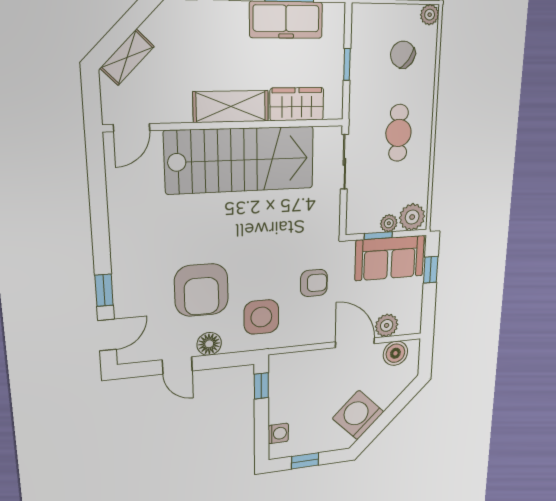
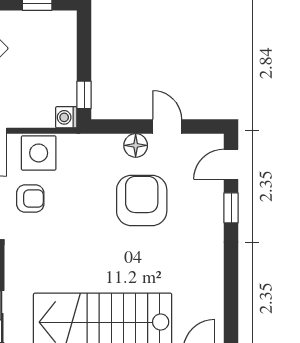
armchair: (314, 283) -> (30, 199), turned 180
side table: (261, 317) -> (39, 153), moved
washing machine: (278, 433) -> (66, 117), moved

